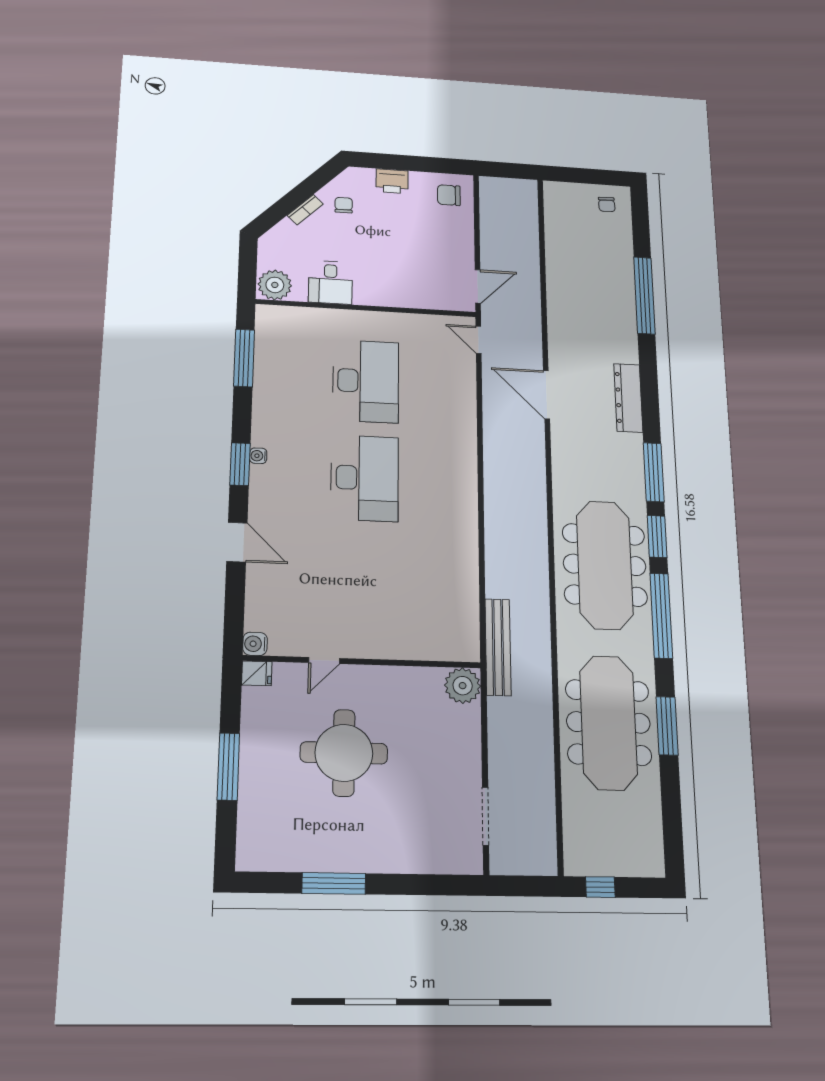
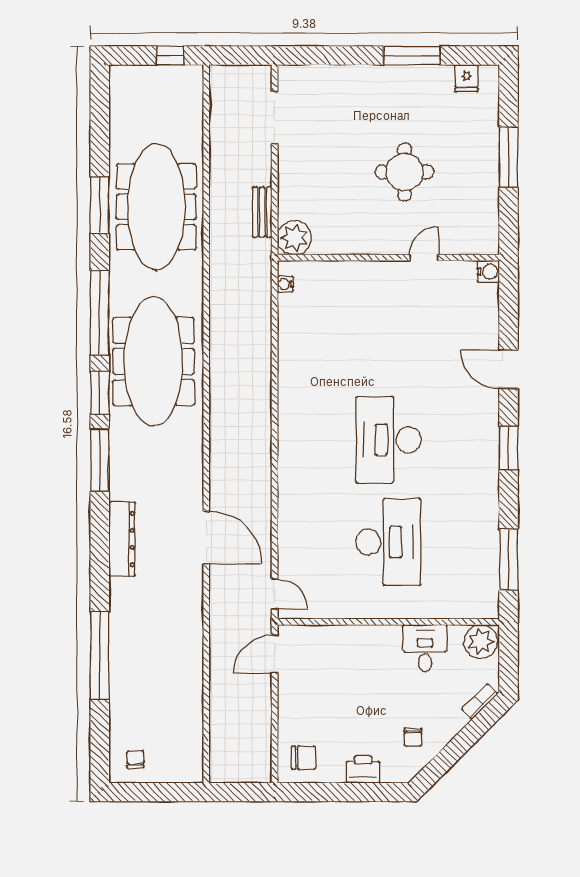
bookcase: (305, 210) -> (480, 701), moved
desk: (366, 381) -> (388, 542), turned 180
water cooler: (258, 456) -> (285, 284), moved, turned 180
bench: (498, 647) -> (262, 212), moved, width x0.54, depth x0.82
fridge: (257, 673) -> (466, 78), moved, turned -90
round table: (344, 753) -> (405, 172), width x0.73, depth x0.73

